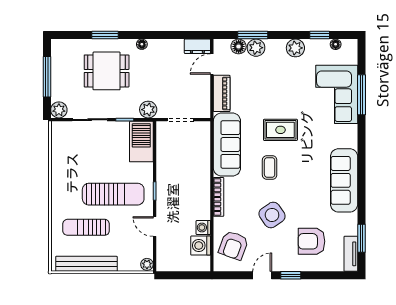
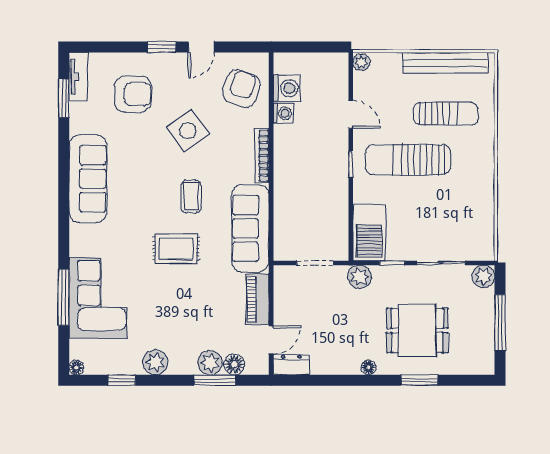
floor lamp: (336, 44) -> (76, 367), moved

